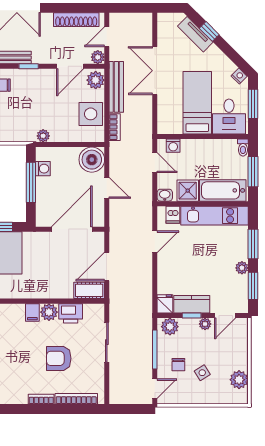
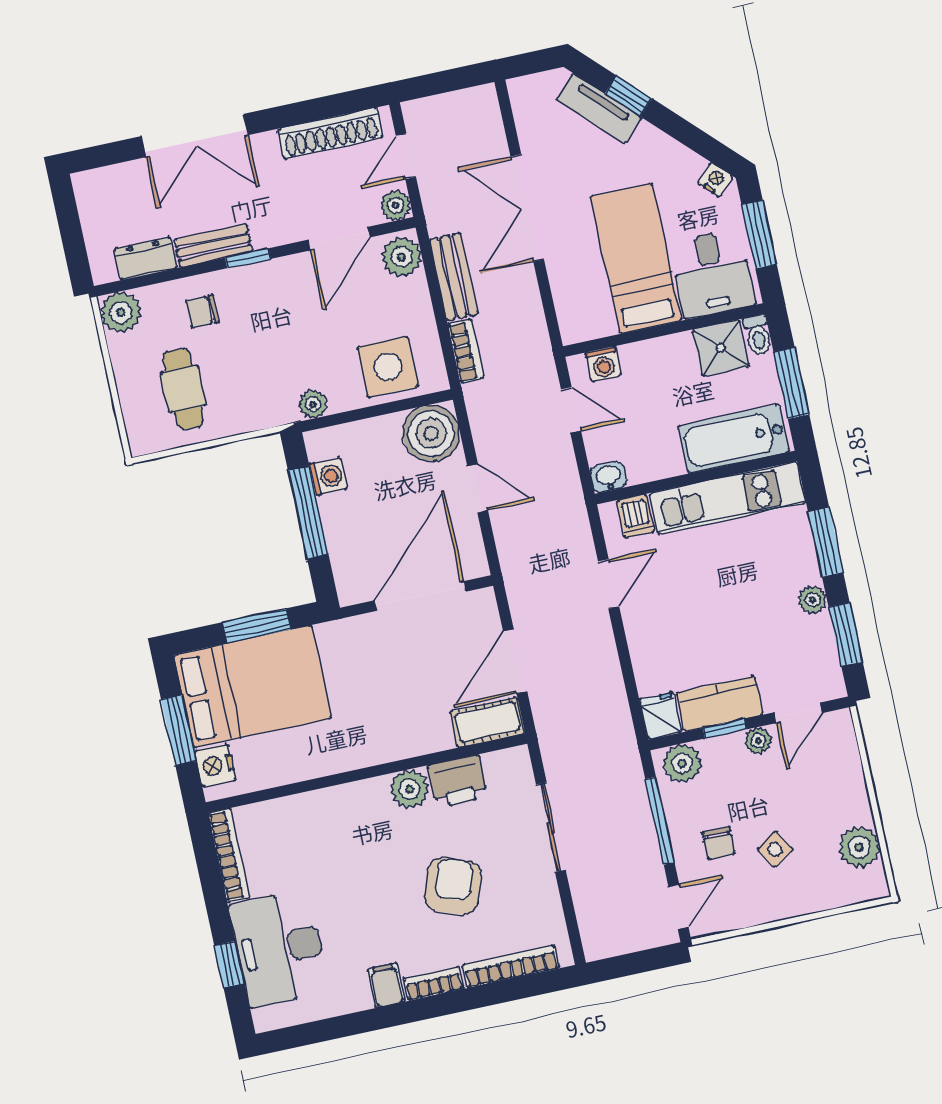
bench: (116, 87) -> (454, 277), width x0.73
side table: (91, 114) -> (388, 367), moved
shower: (188, 191) -> (721, 348), moved
filing cabinet: (32, 312) -> (386, 985), moved, turned 180
armchair: (59, 358) -> (453, 886), turned 109

